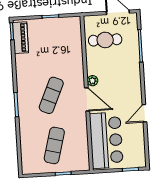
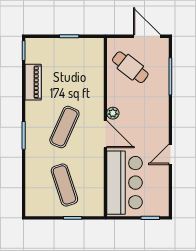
piano: (21, 38) -> (33, 82), moved
cafe table: (105, 40) -> (130, 67), turned 38
exercise mat: (54, 145) -> (64, 185), turned -33

